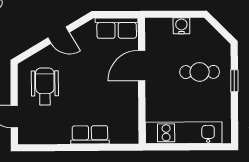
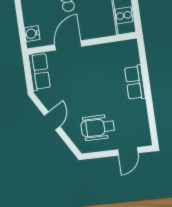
water cooler: (181, 26) -> (32, 34), moved
door: (142, 66) -> (68, 45), swing flipped

